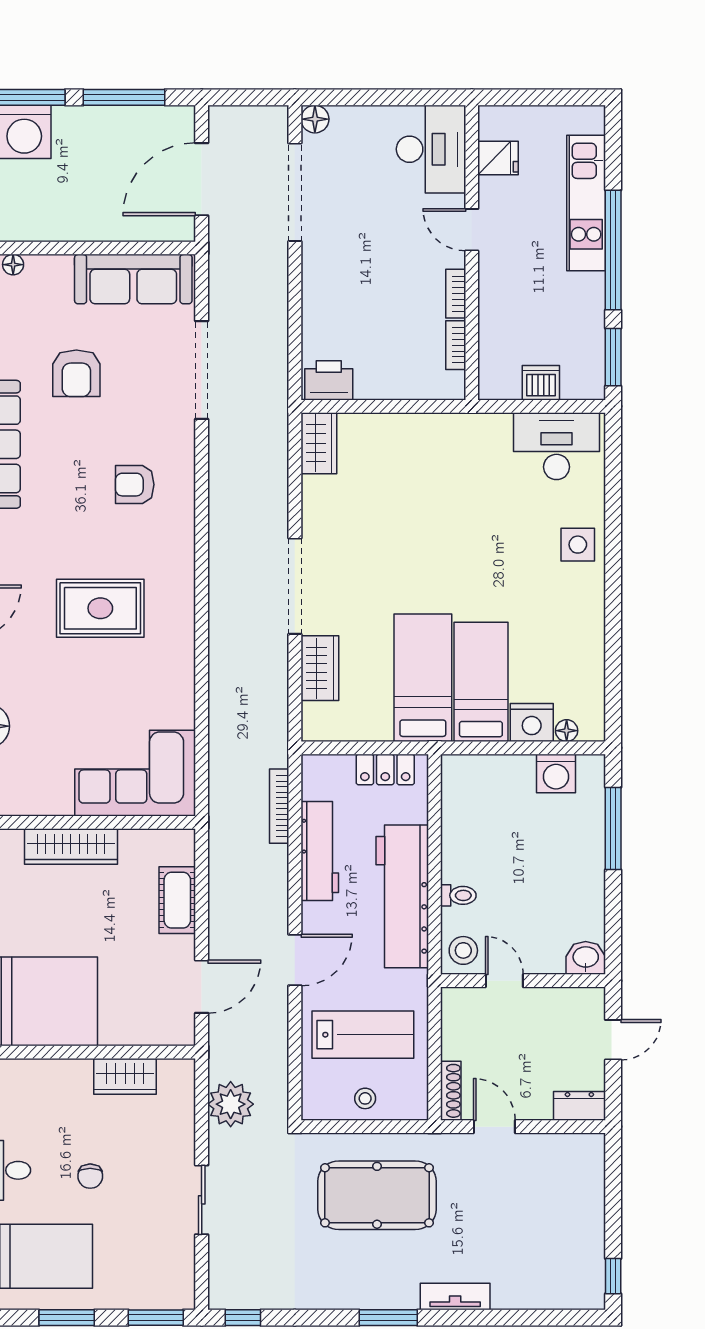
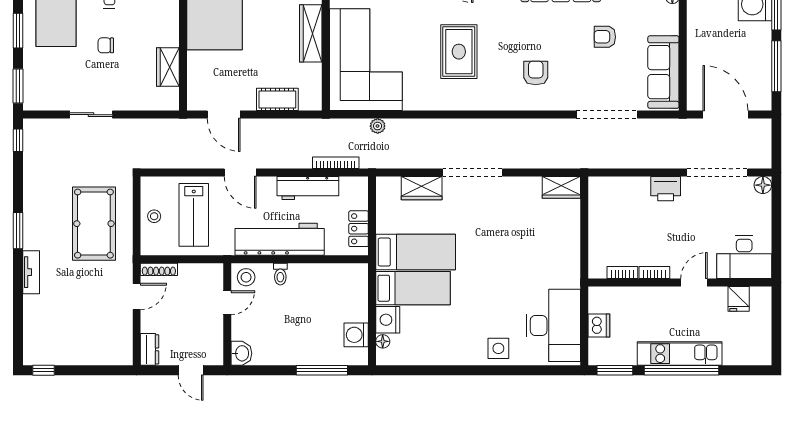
kitchen unit: (586, 203) -> (680, 354), moved
armchair: (76, 373) -> (605, 37), width x0.72, depth x0.72
printer: (329, 380) -> (666, 189), moved, turned 90
desk: (556, 446) -> (553, 325), width x1.36, depth x1.30
corner sofa: (135, 773) -> (366, 60), width x1.36, depth x1.36
plant: (231, 1104) -> (378, 126), moved, width x0.53, depth x0.53

